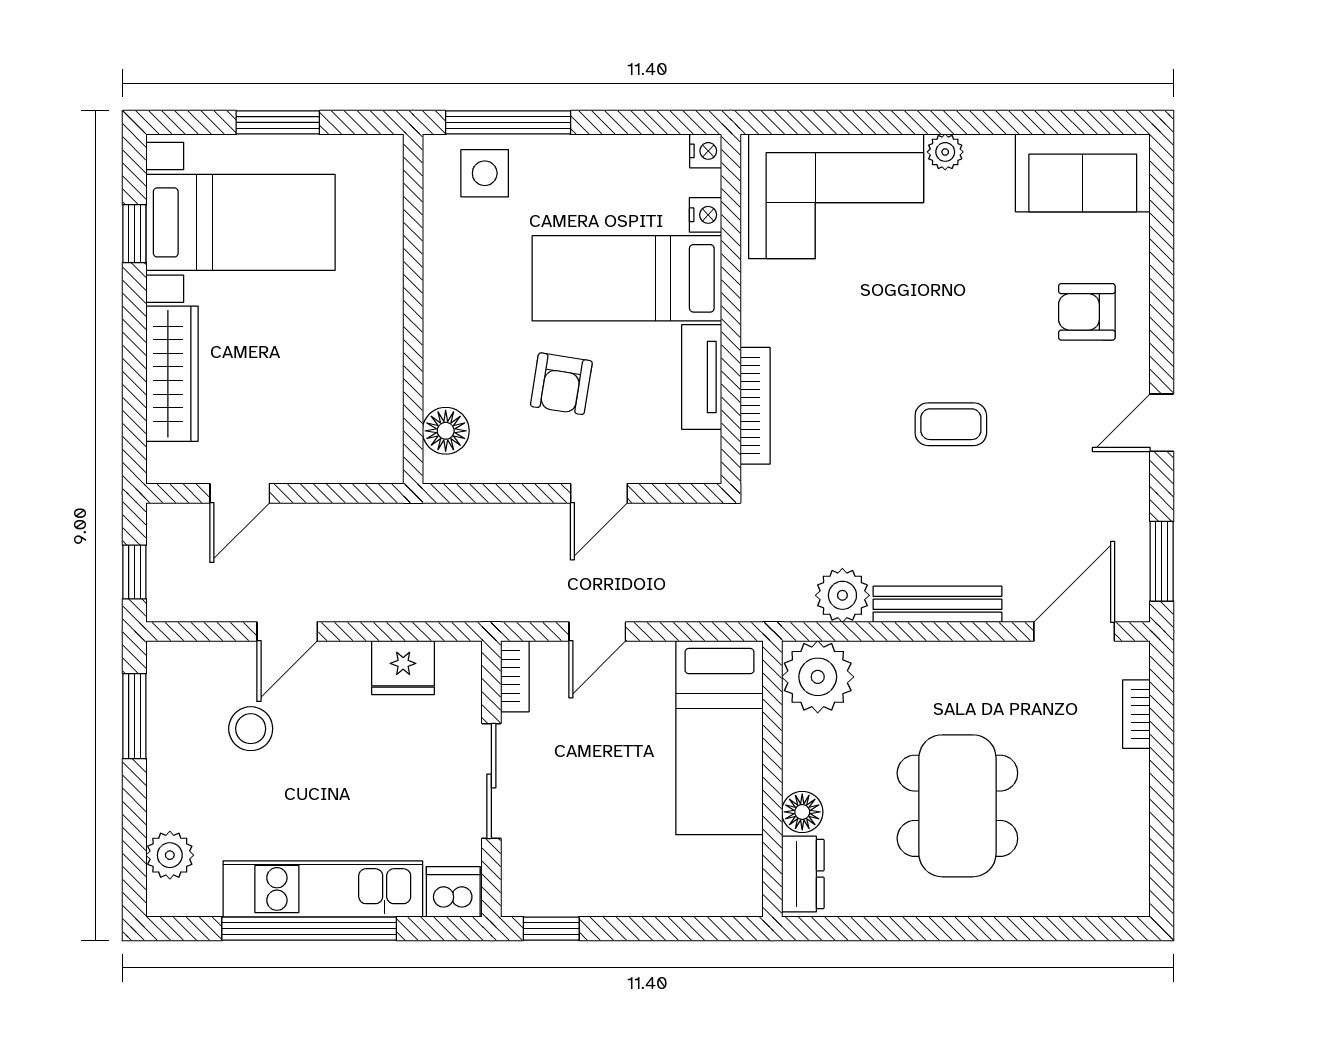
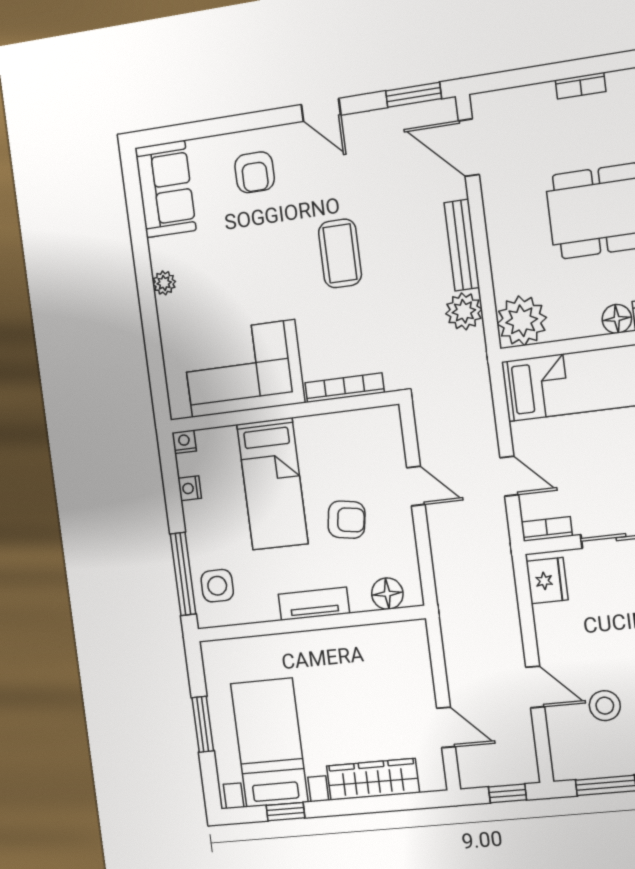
corner sofa: (836, 196) -> (243, 369), moved, turned -90
nightstand: (706, 215) -> (190, 488), moved, turned -90
tv unit: (702, 377) -> (314, 604), moved, turned 180
coffee table: (951, 424) -> (340, 253), width x1.36, depth x1.30
fridge: (403, 668) -> (547, 581), moved
bookcase: (1136, 714) -> (581, 86), moved

